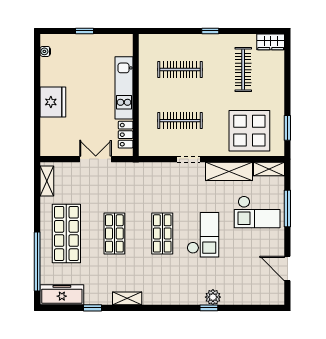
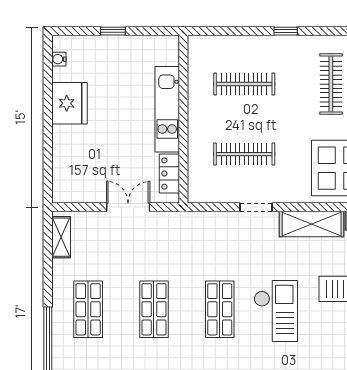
fridge: (53, 102) -> (69, 103), moved
shop shelf: (66, 233) -> (88, 309), width x0.70, depth x0.74

